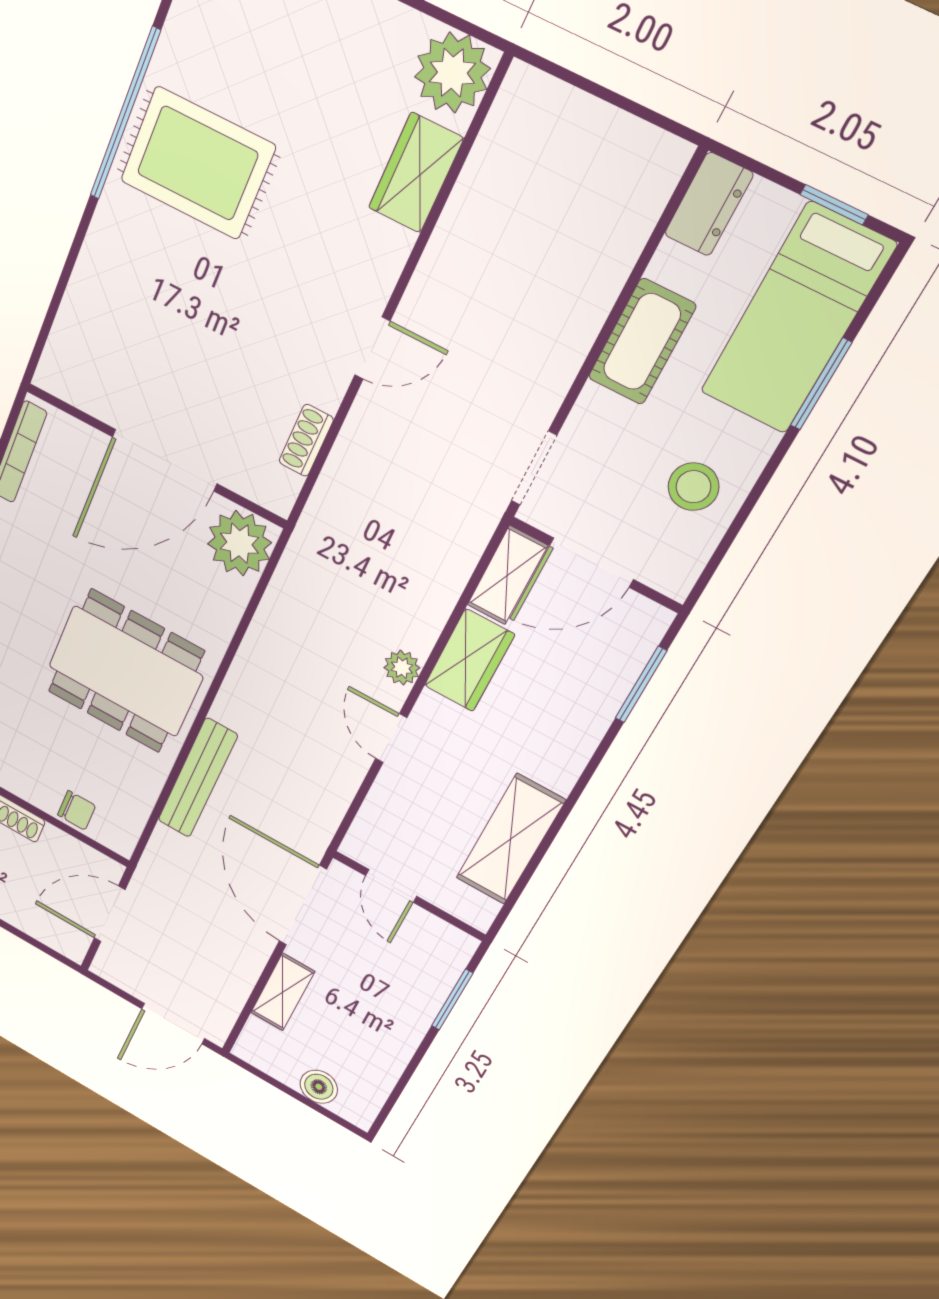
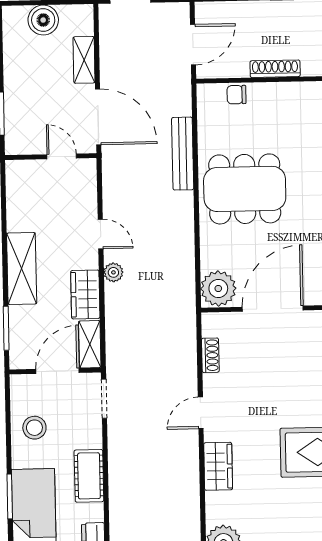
wardrobe: (416, 173) -> (218, 466), moved
shelving: (510, 839) -> (22, 269), moved
boiler: (319, 1087) -> (43, 20), width x1.36, depth x1.36

